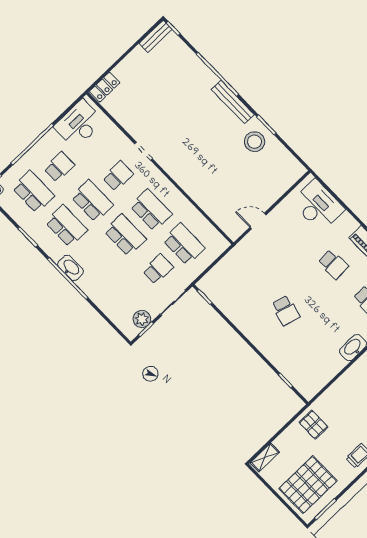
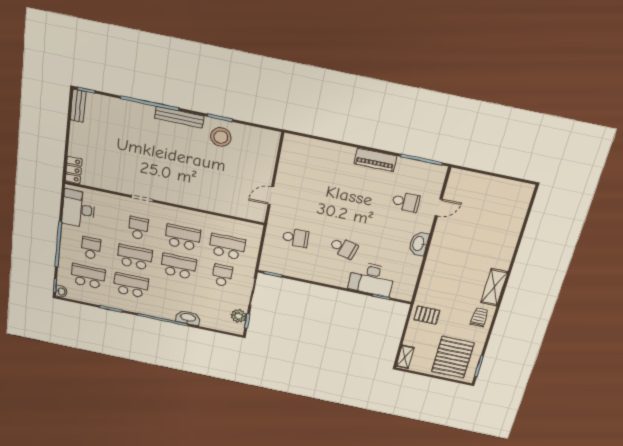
desk: (318, 206) -> (372, 279), moved, turned 180
school desk: (333, 264) -> (296, 238), moved
washbasin: (71, 268) -> (188, 318), moved

